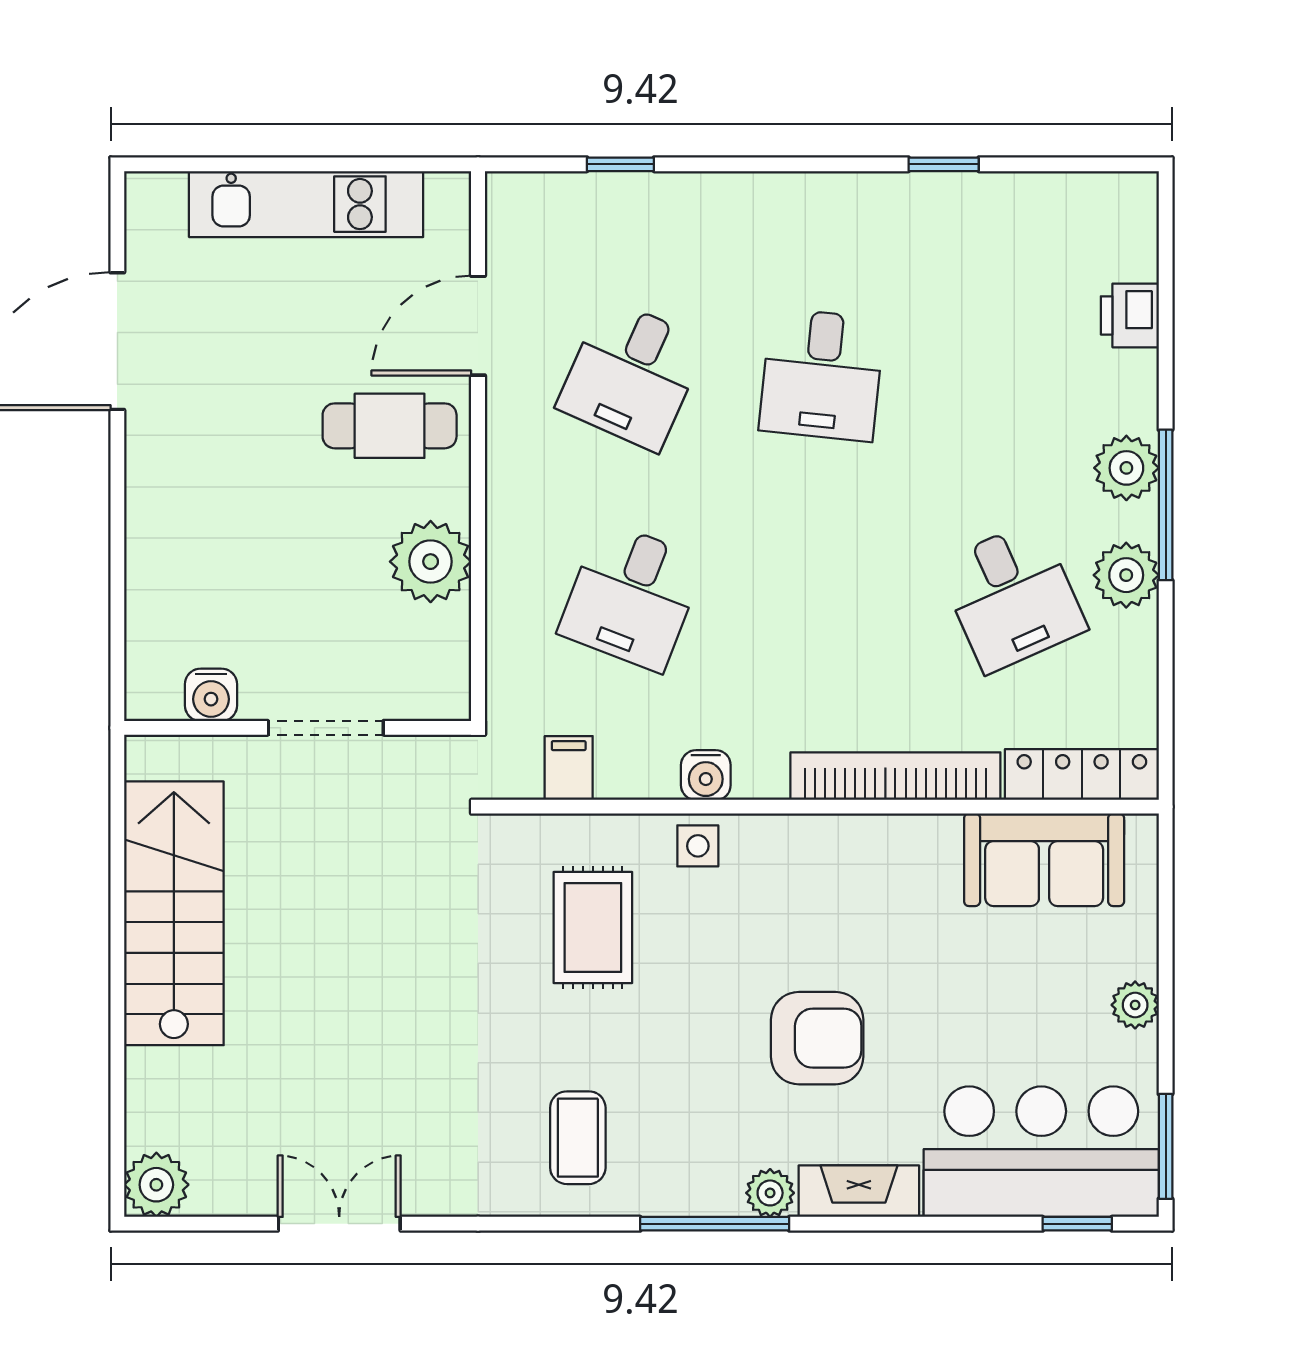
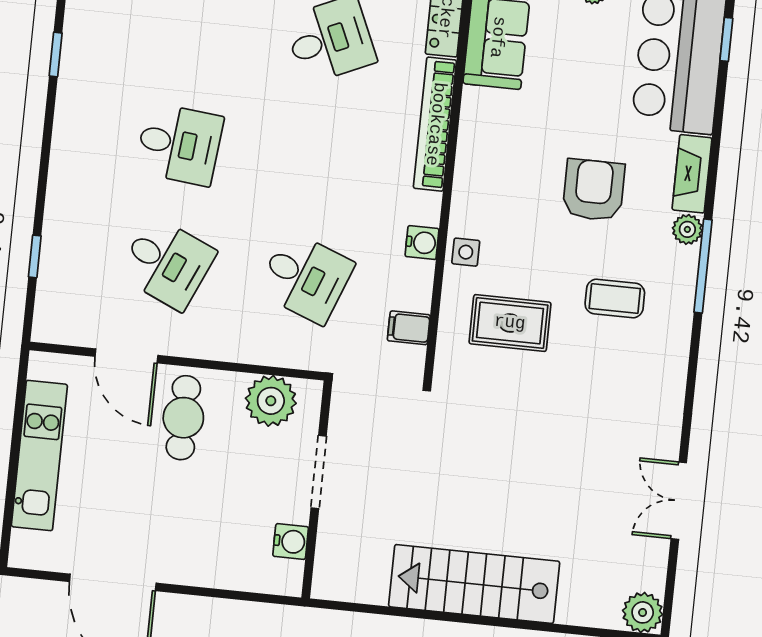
water cooler: (211, 695) -> (291, 542), moved
wall: (298, 728) -> (317, 489), moved
doorway: (326, 728) -> (319, 472), moved
coffee table: (578, 1138) -> (615, 299), moved

